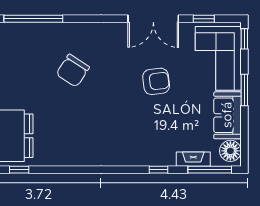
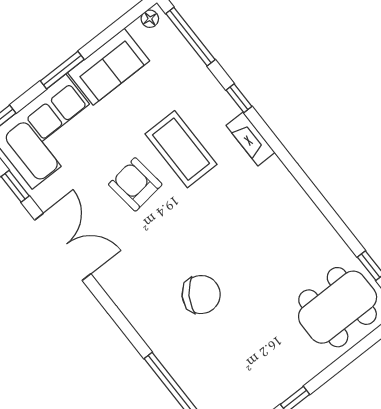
coffee table: (156, 119) -> (181, 149), added
floor lamp: (230, 151) -> (150, 19), width x0.53, depth x0.53
fireplace: (193, 159) -> (250, 139), moved

